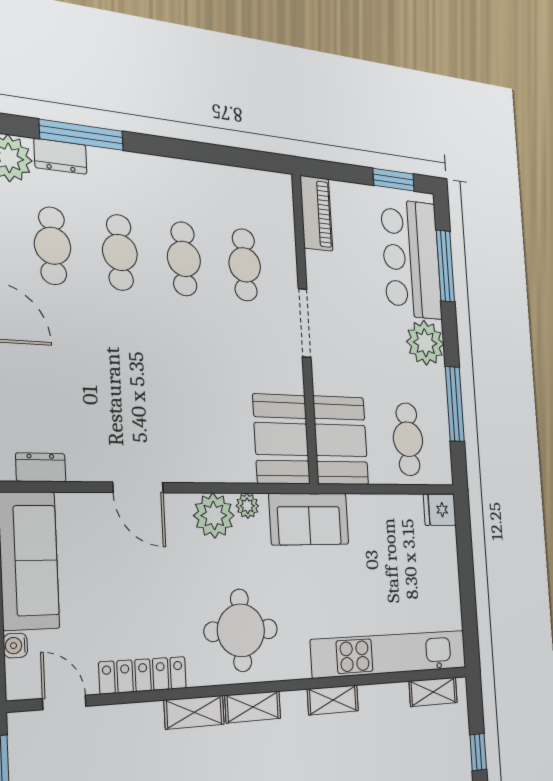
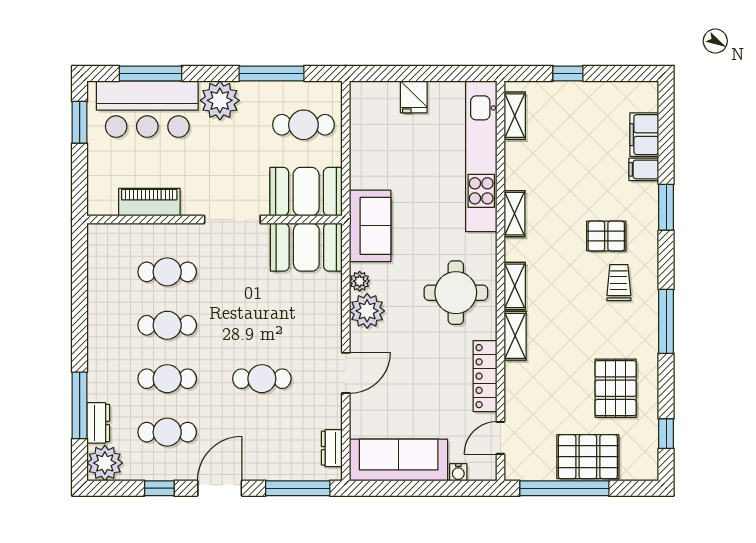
piano: (316, 213) -> (149, 202), moved
doorway: (305, 323) -> (232, 219), moved
cafe table: (126, 376) -> (262, 379), added
fridge: (440, 510) -> (414, 97), moved

